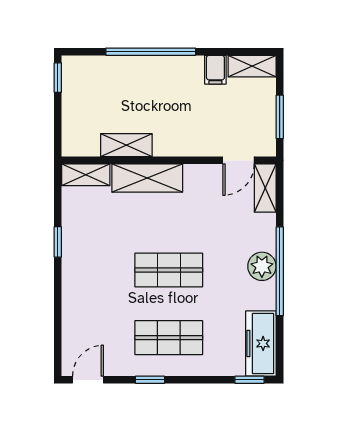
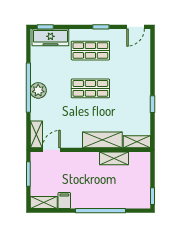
freezer: (261, 343) -> (50, 37), moved, turned 90

